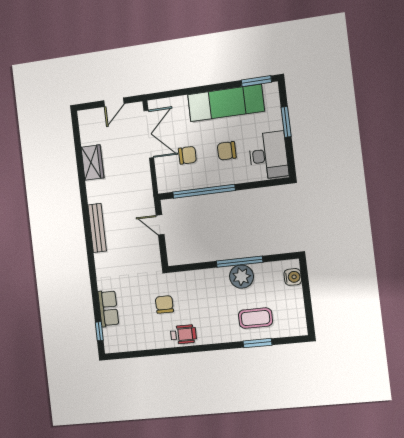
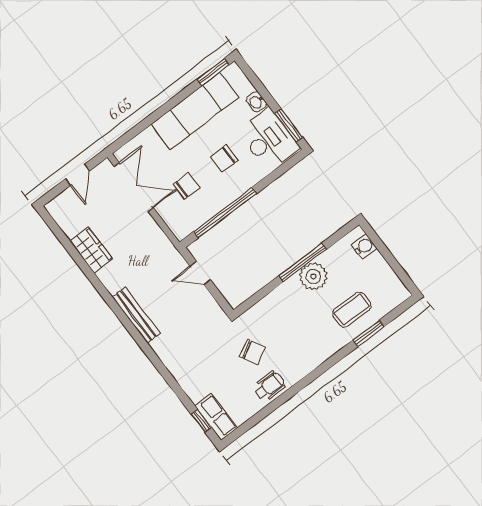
washbasin: (276, 122) -> (256, 102), added
window: (286, 122) -> (289, 125), moved
chair: (164, 304) -> (252, 352), turned 151
row of seats: (108, 308) -> (216, 417), moved
wheelchair: (183, 334) -> (269, 386), moved

